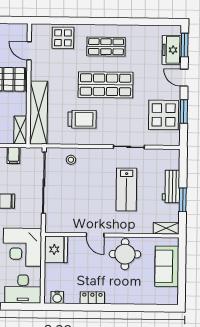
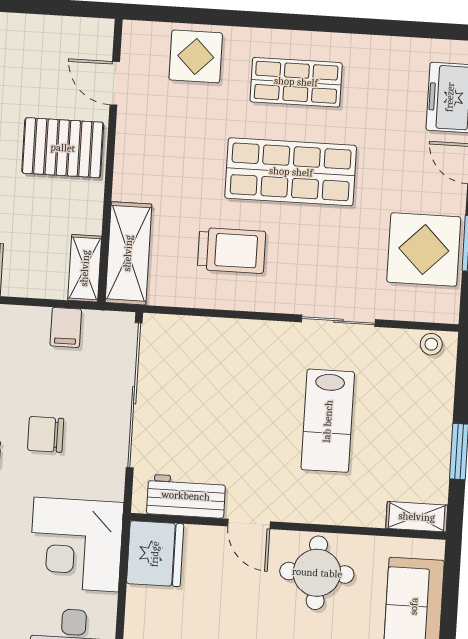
shelving: (39, 113) -> (128, 253), width x0.68
stool: (71, 160) -> (431, 344), moved
workbench: (171, 186) -> (186, 496), moved, turned 90

